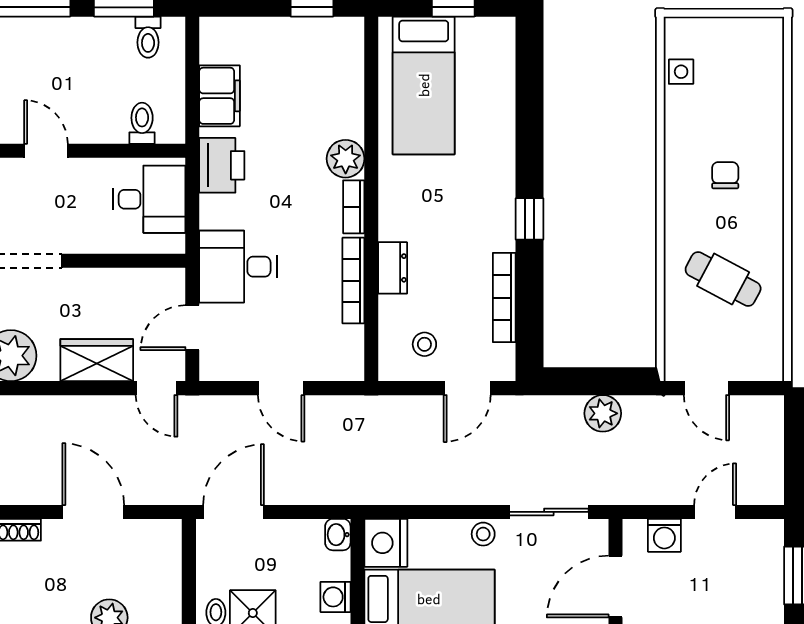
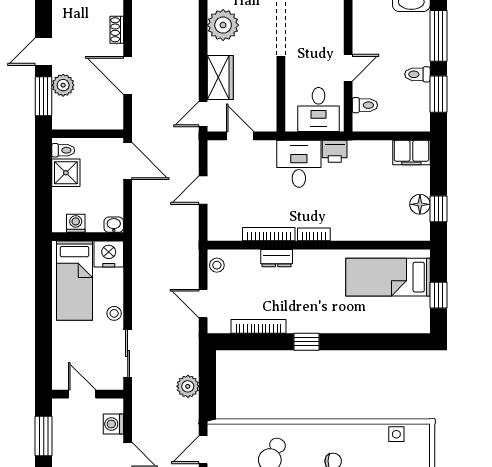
floor lamp: (304, 33) -> (420, 204), added
toilet: (148, 37) -> (417, 74), moved
filing cabinet: (220, 96) -> (411, 152), moved
door: (46, 151) -> (348, 68), moved
plant: (346, 159) -> (343, 229), removed
printer: (222, 165) -> (335, 151), width x0.73, depth x0.81
desk: (238, 267) -> (299, 164), moved
stool: (424, 344) -> (217, 265), moved
door: (93, 512) -> (128, 75), swing flipped
door: (616, 587) -> (82, 394), width x0.73

